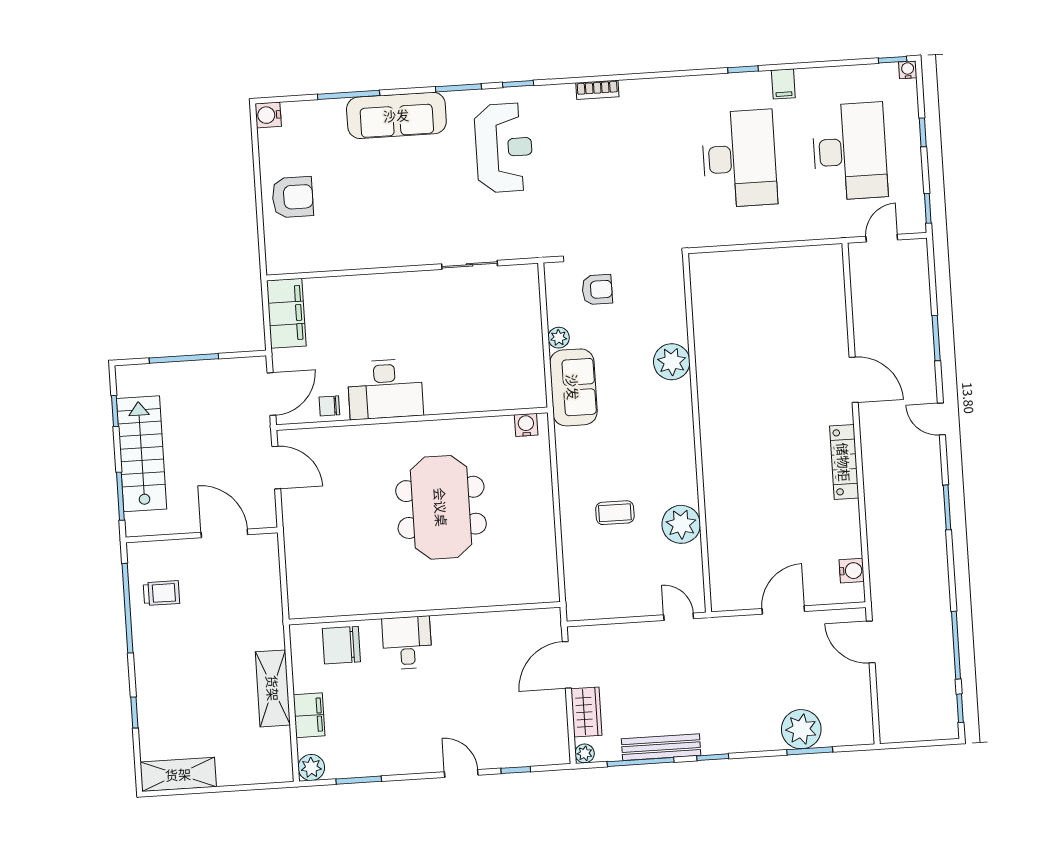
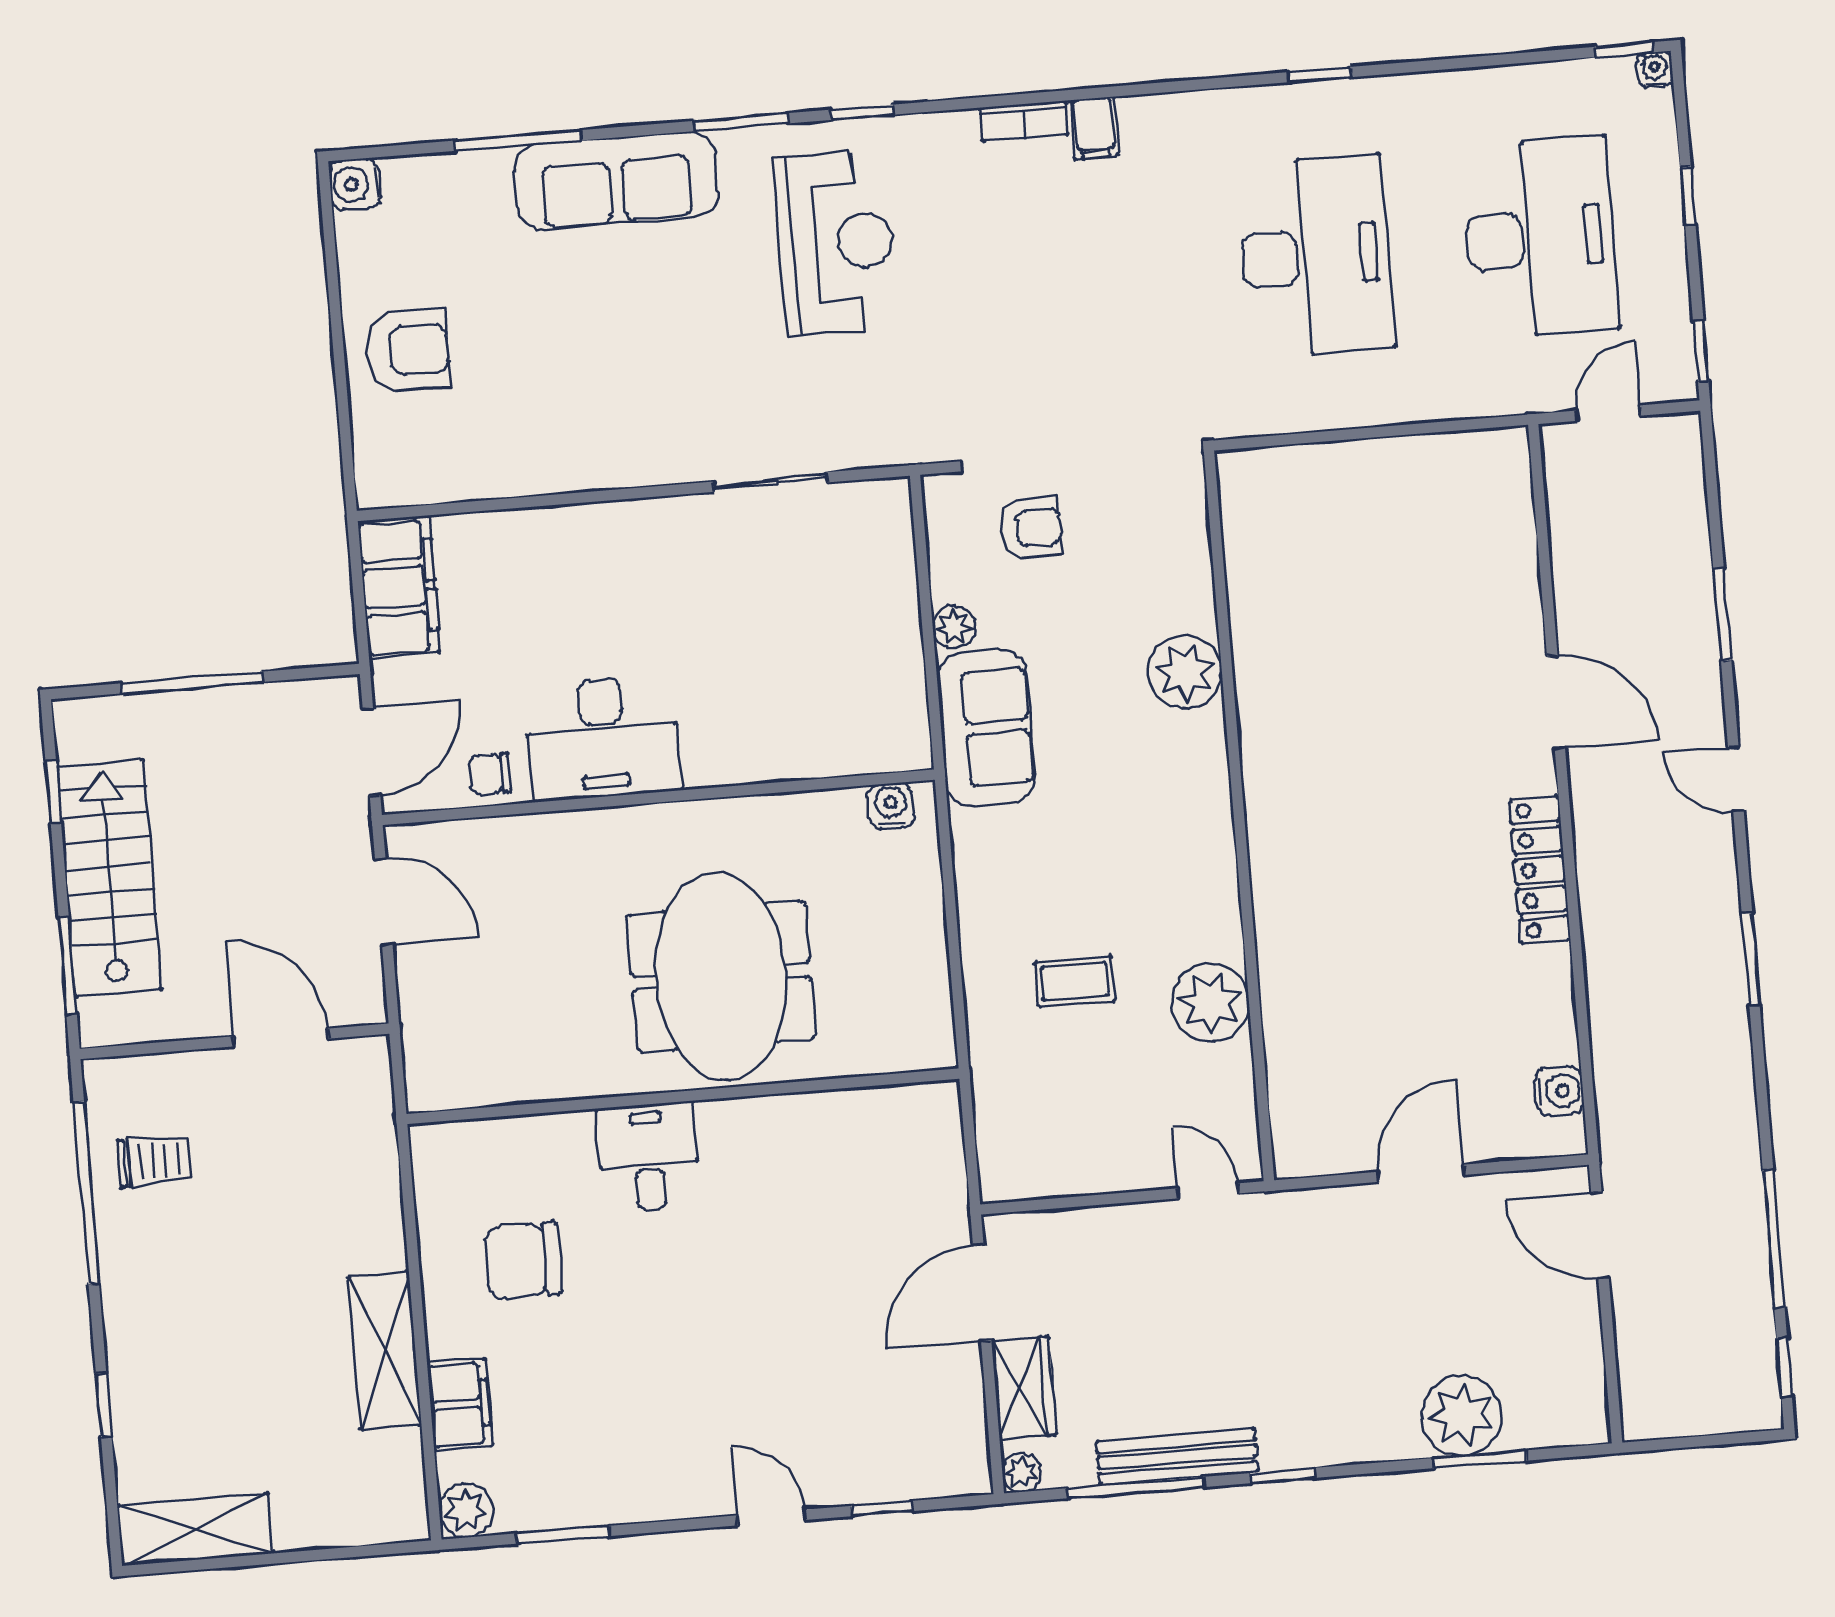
filing cabinet: (783, 84) -> (1094, 128), moved
wall: (424, 613) -> (683, 1096), moved
desk: (407, 643) -> (648, 1157), moved

